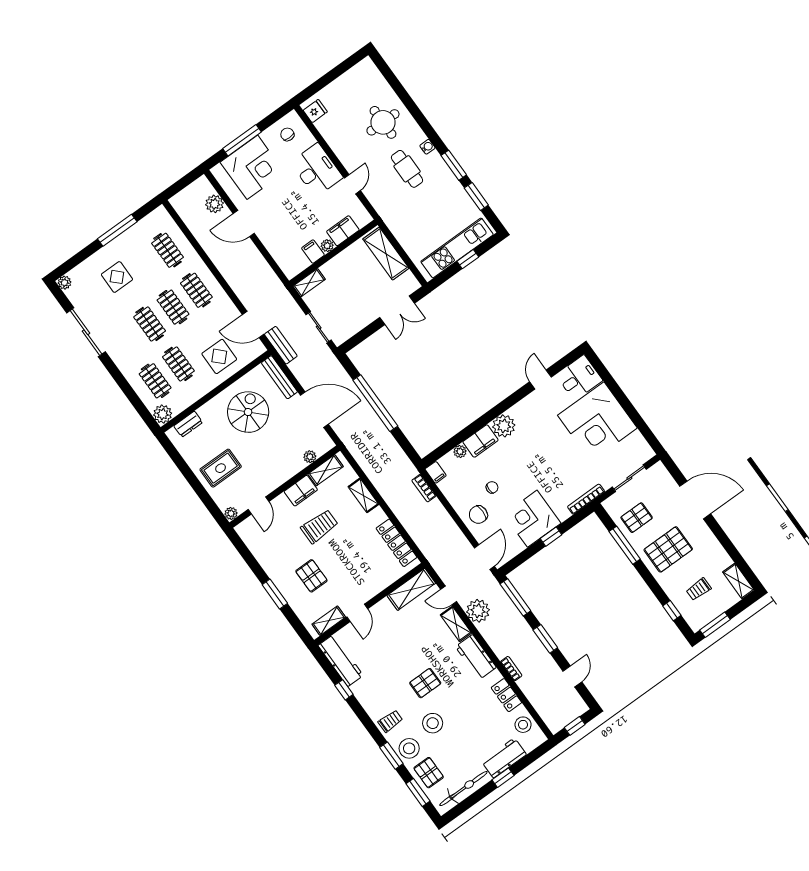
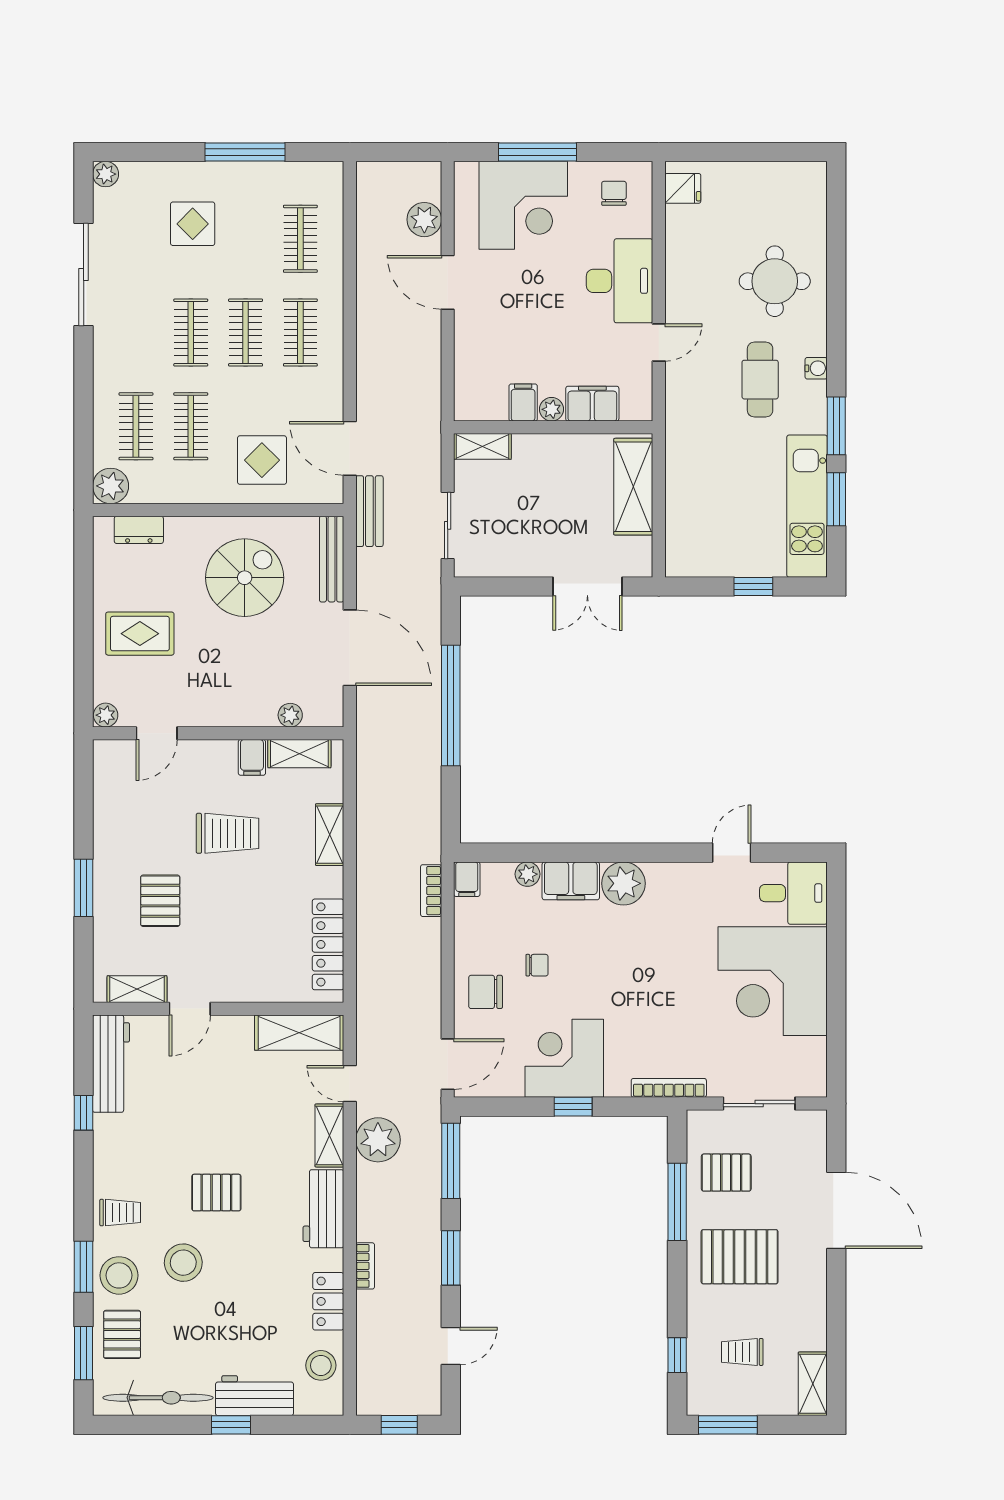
kitchen unit: (457, 248) -> (807, 506), moved, turned -90
filing cabinet: (301, 491) -> (252, 757), width x0.50

